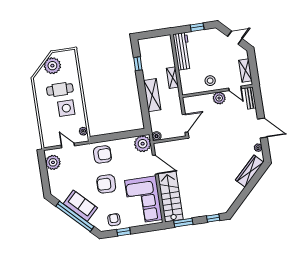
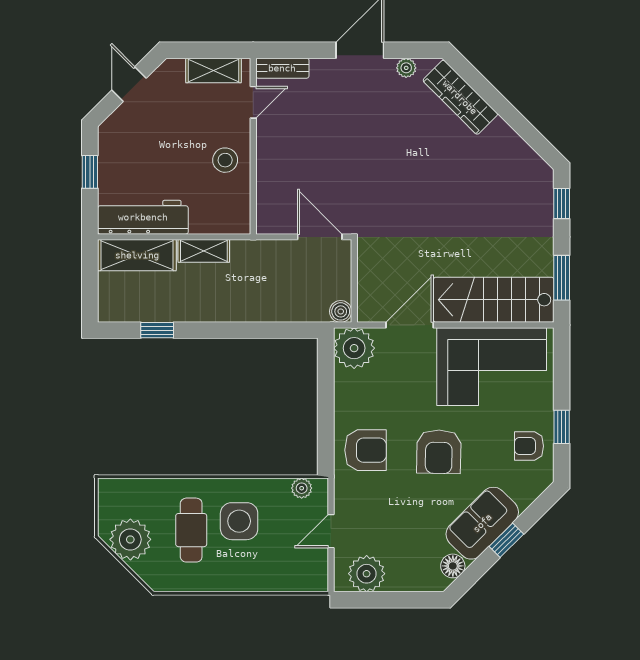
shelving: (152, 95) -> (137, 255), moved
plant: (219, 98) -> (271, 145), removed
armchair: (102, 154) -> (366, 450), turned 90
floor lamp: (61, 196) -> (453, 566), added
window: (75, 216) -> (506, 540), width x0.32

